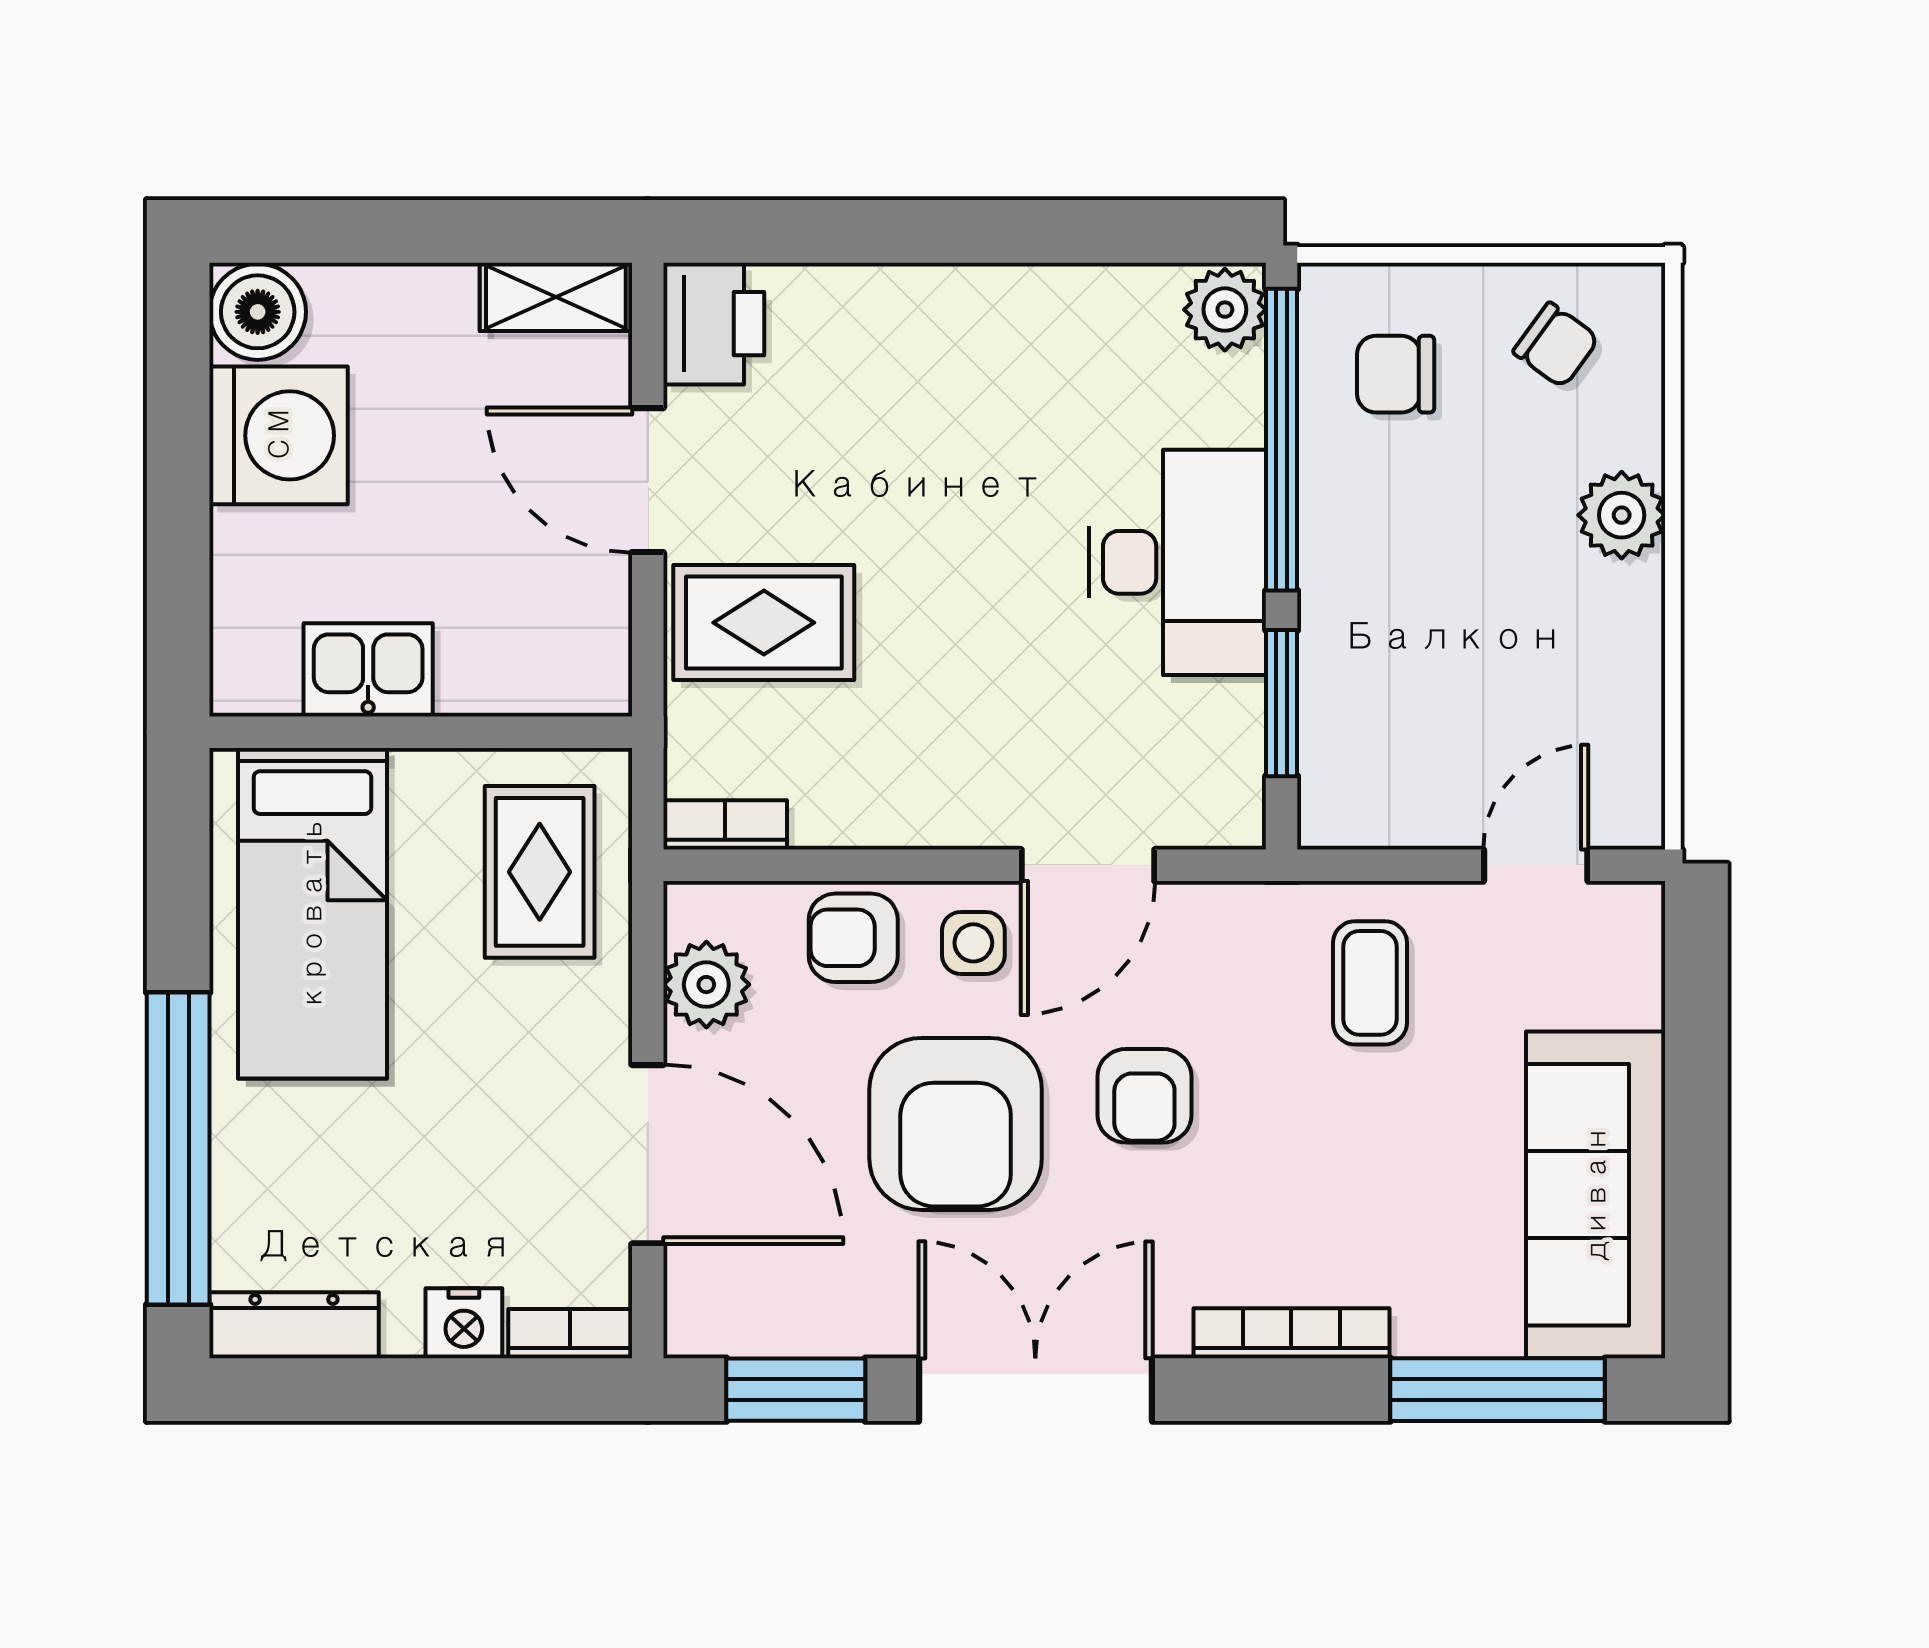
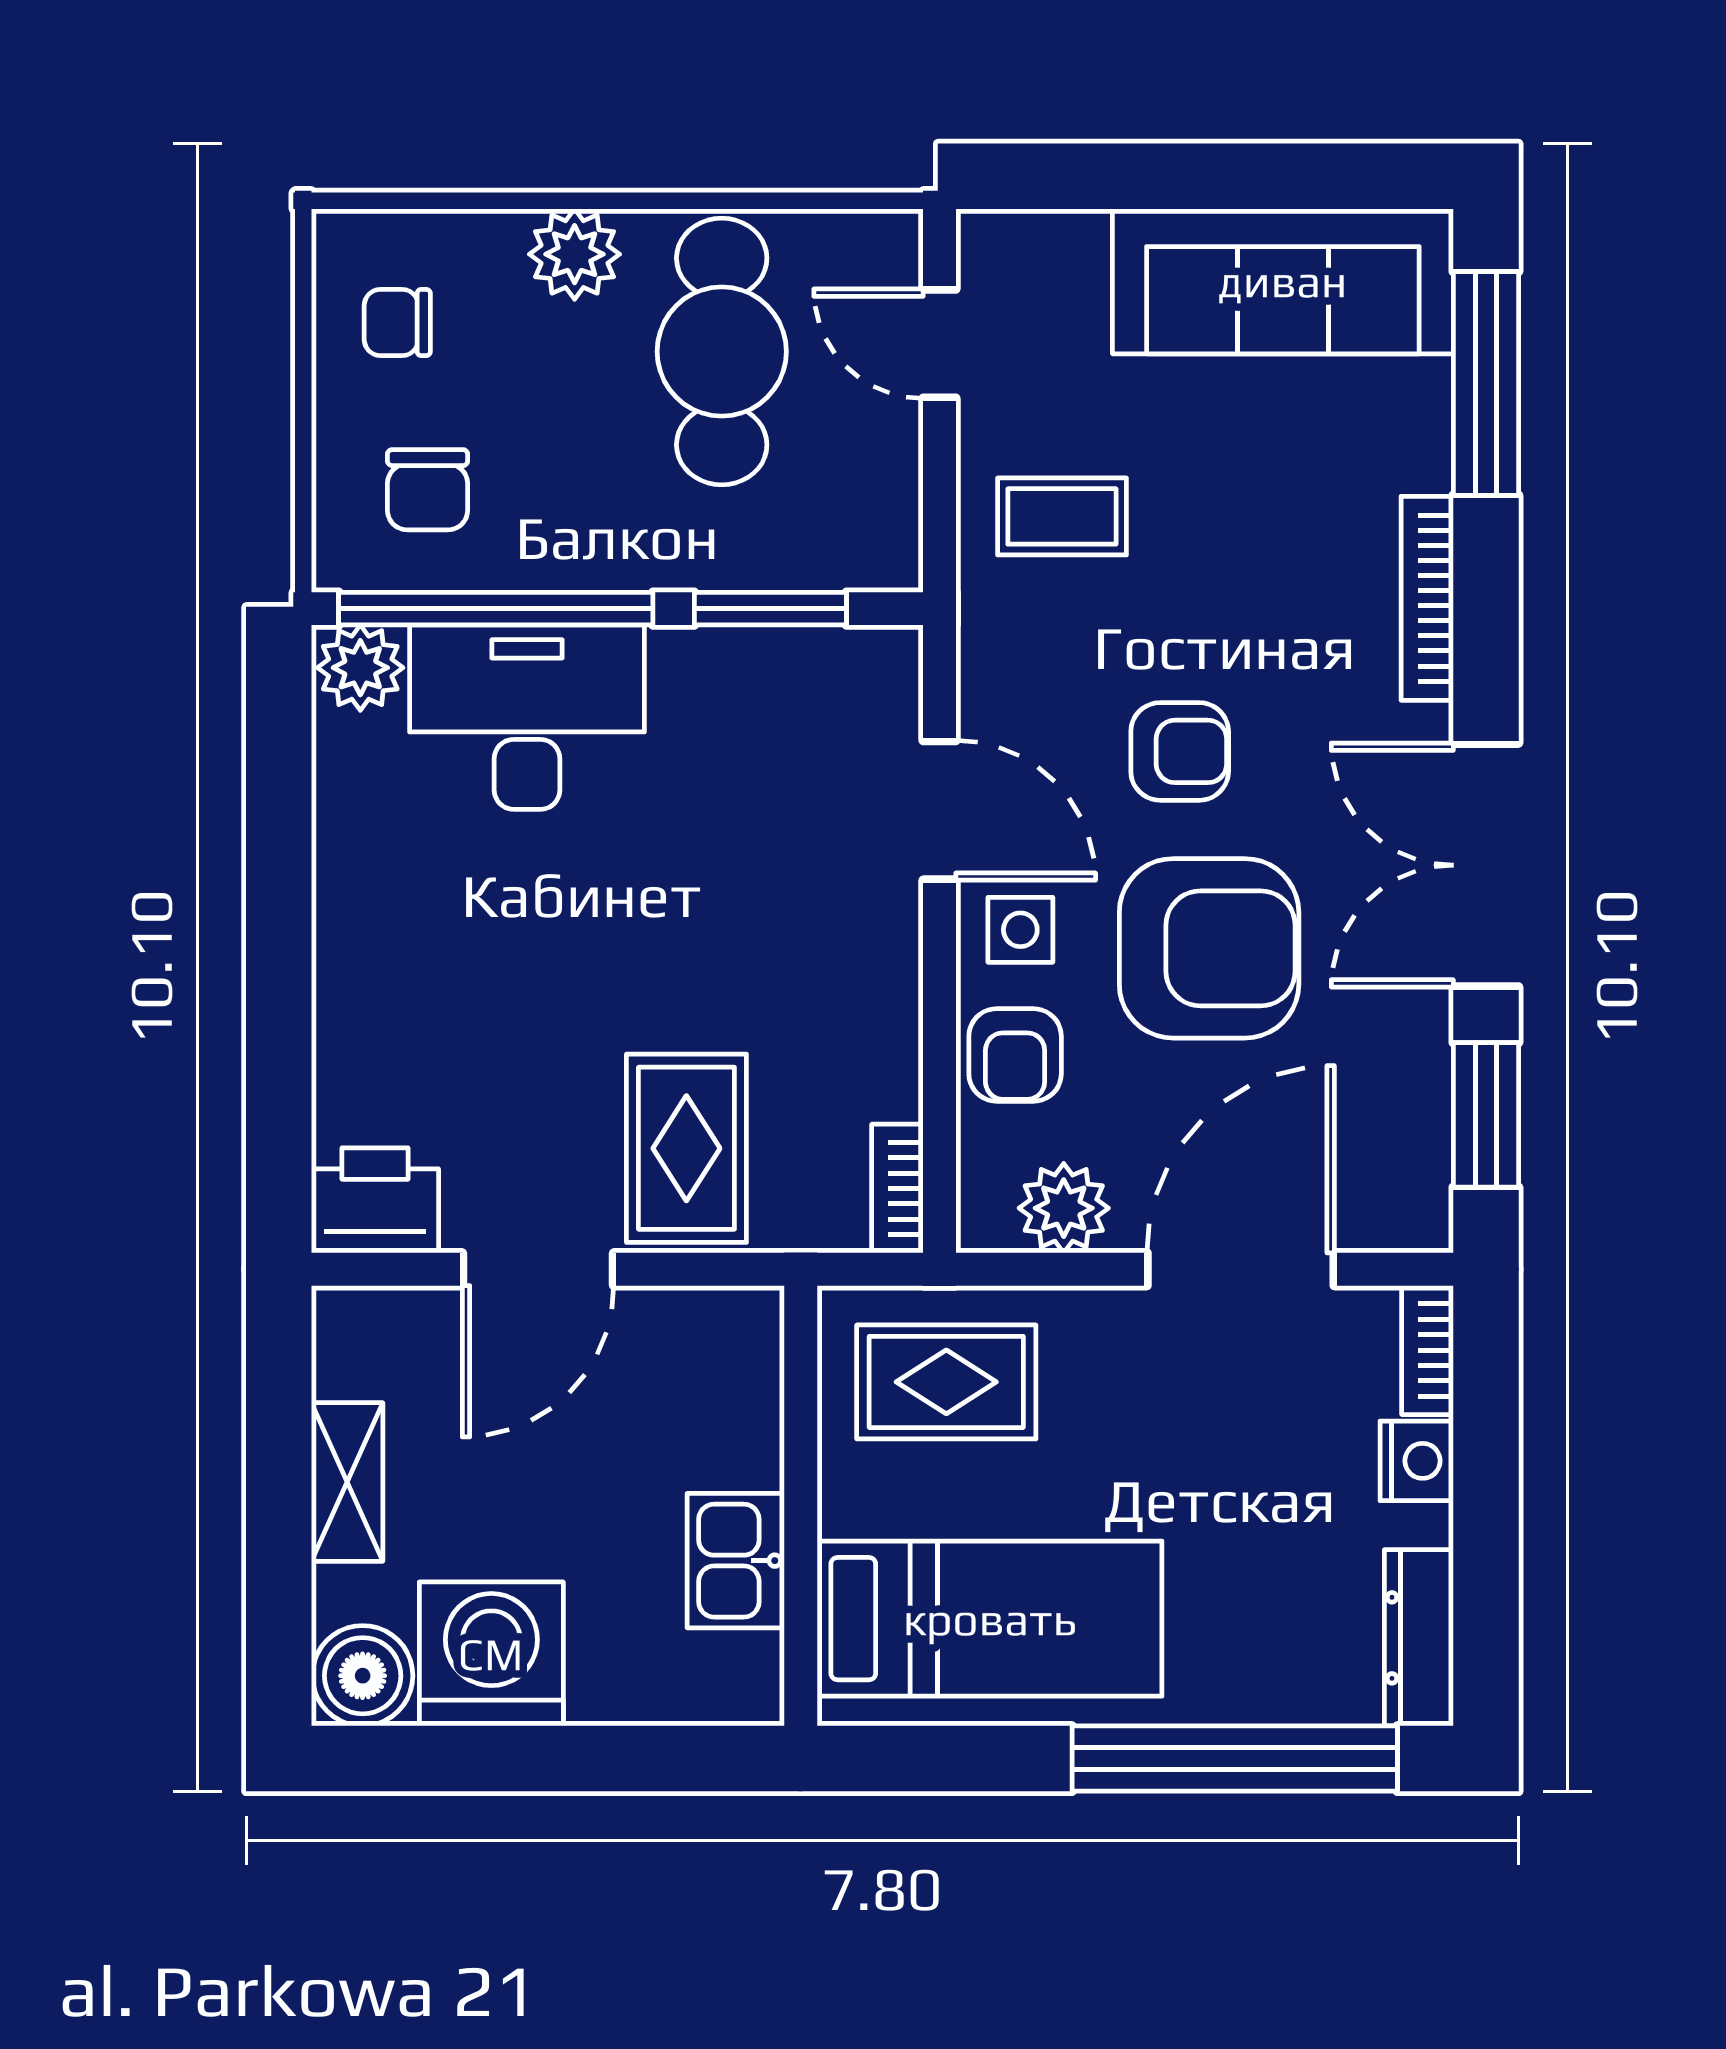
shelving: (556, 297) -> (347, 1482), moved
chair: (1556, 345) -> (397, 323), turned -126
desk: (1177, 562) -> (527, 717), moved
cafe table: (1528, 656) -> (722, 352), added

